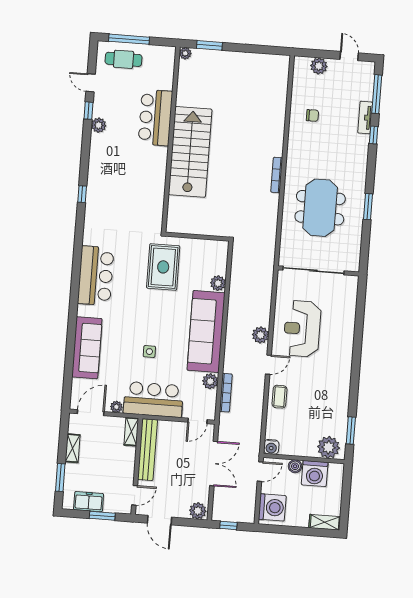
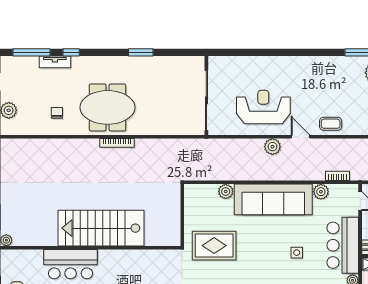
meeting table: (320, 208) -> (108, 107), moved
reception desk: (302, 329) -> (263, 107), turned 180
bookcase: (226, 393) -> (337, 176), width x0.64

